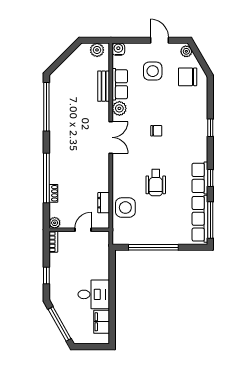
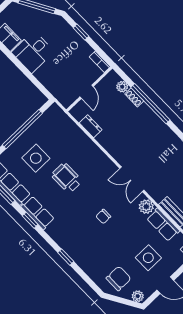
side table: (125, 208) -> (36, 158), moved
plant: (55, 223) -> (122, 87), moved

